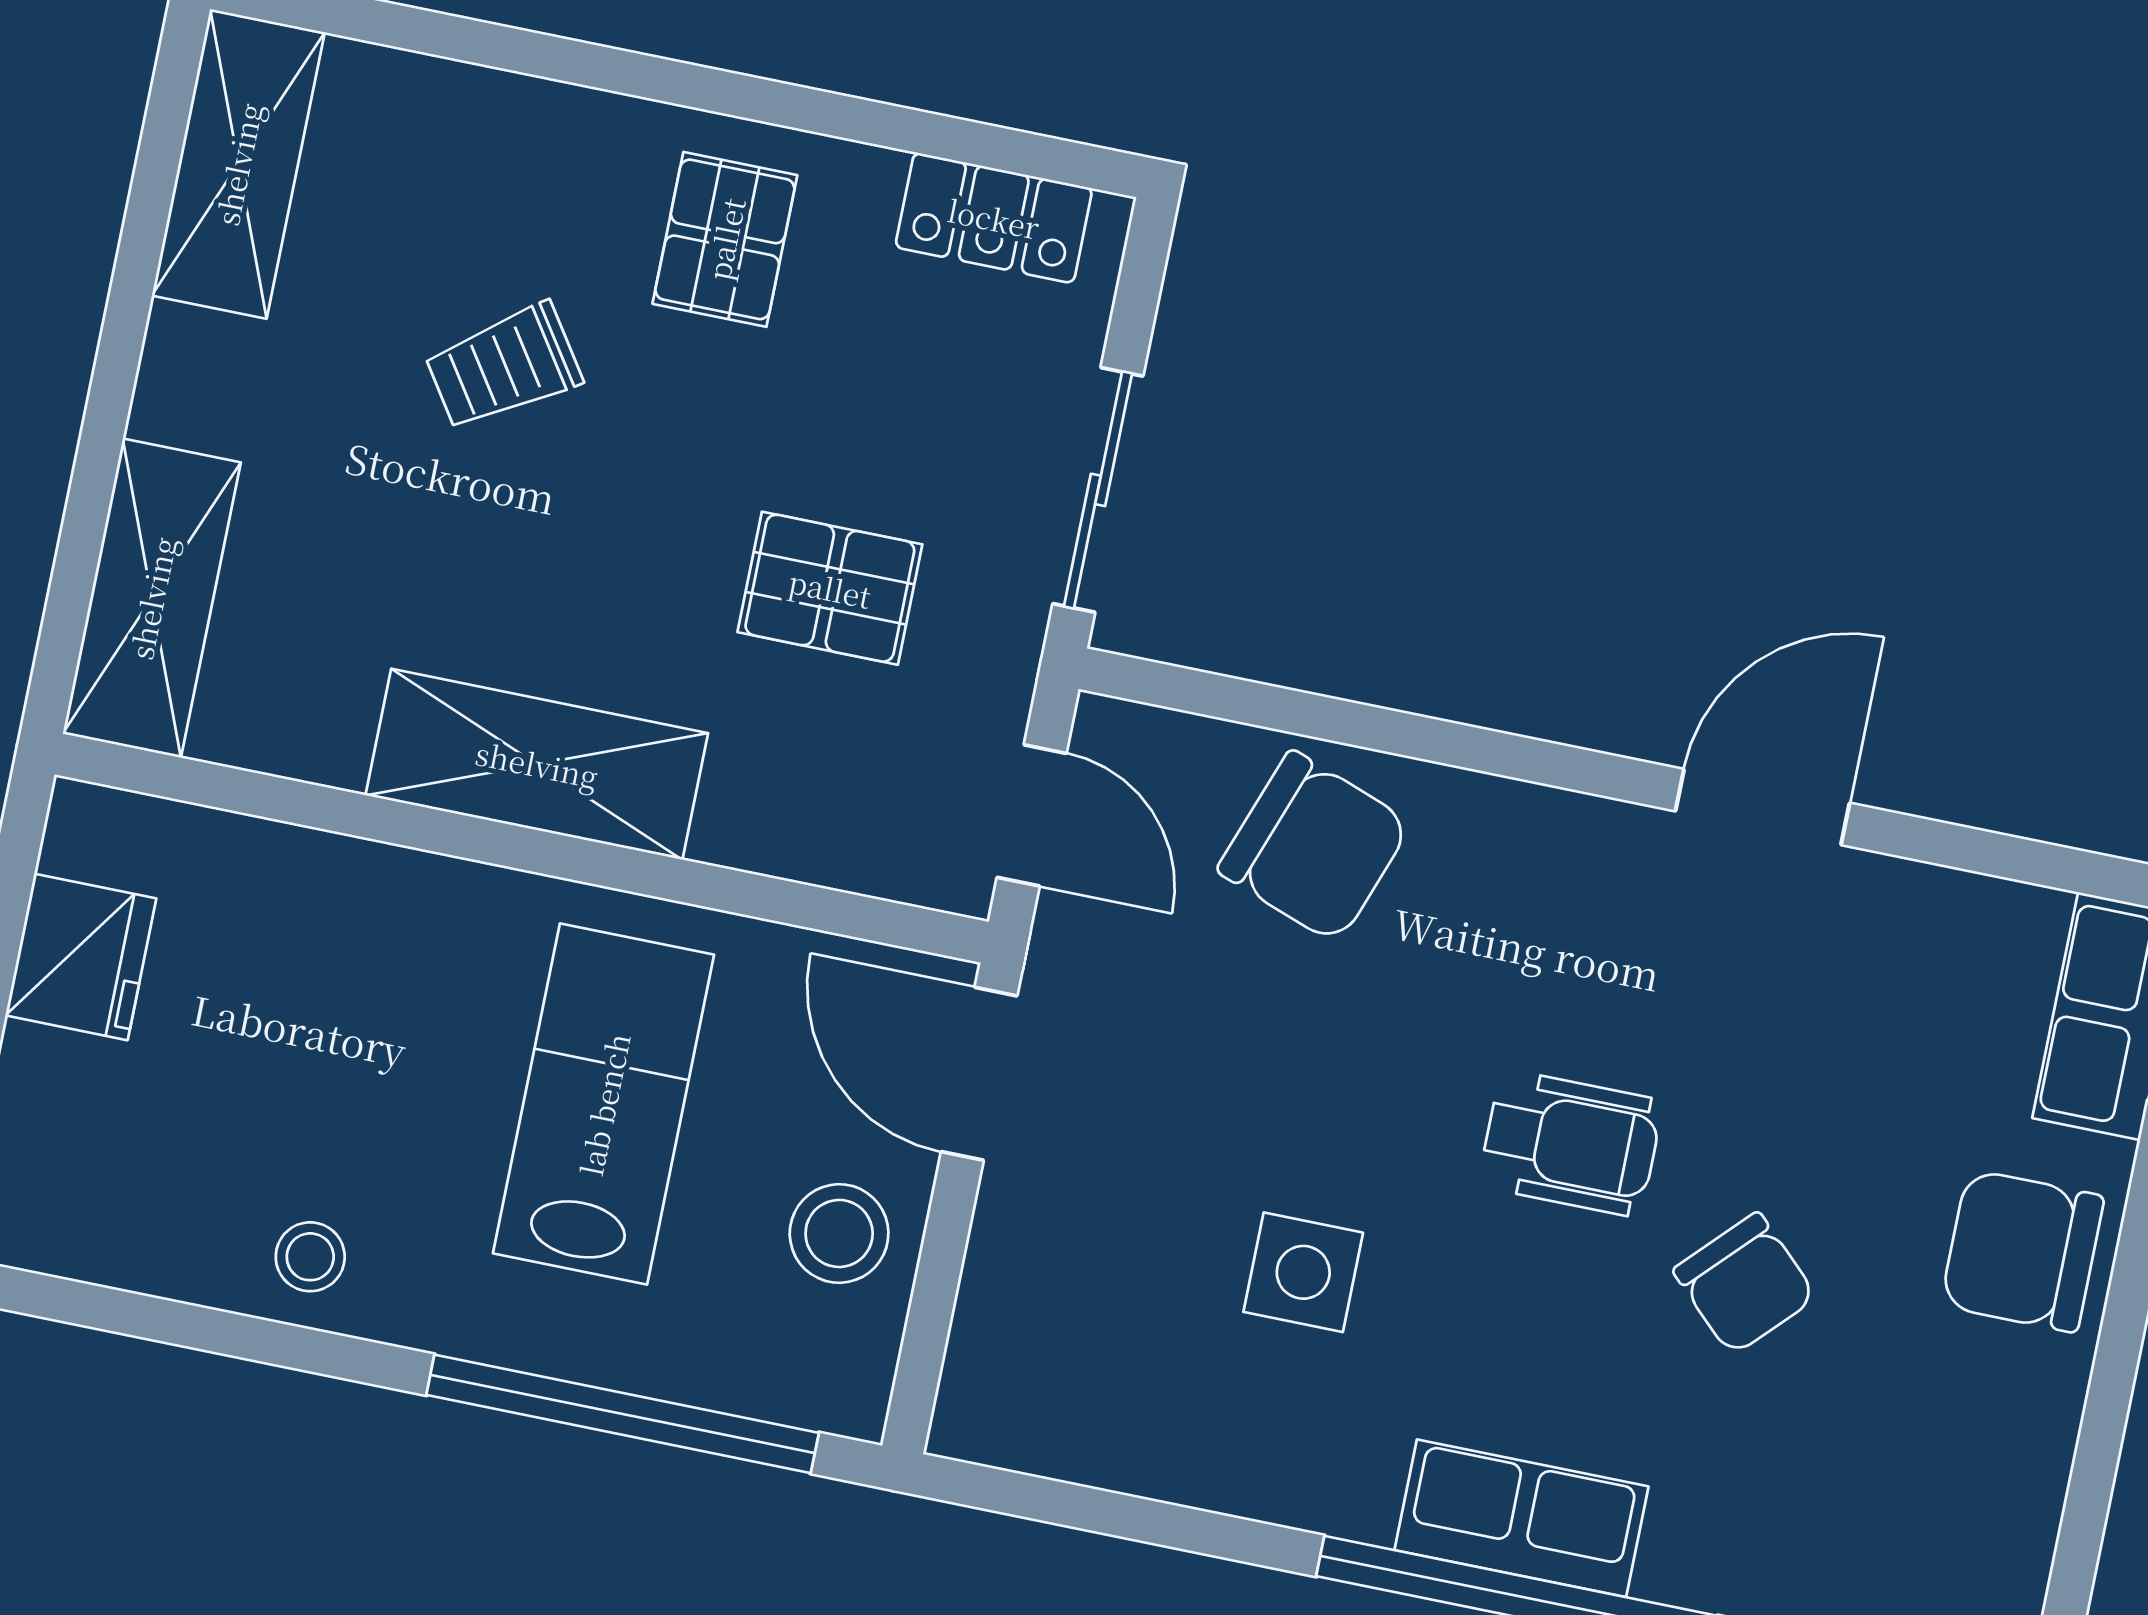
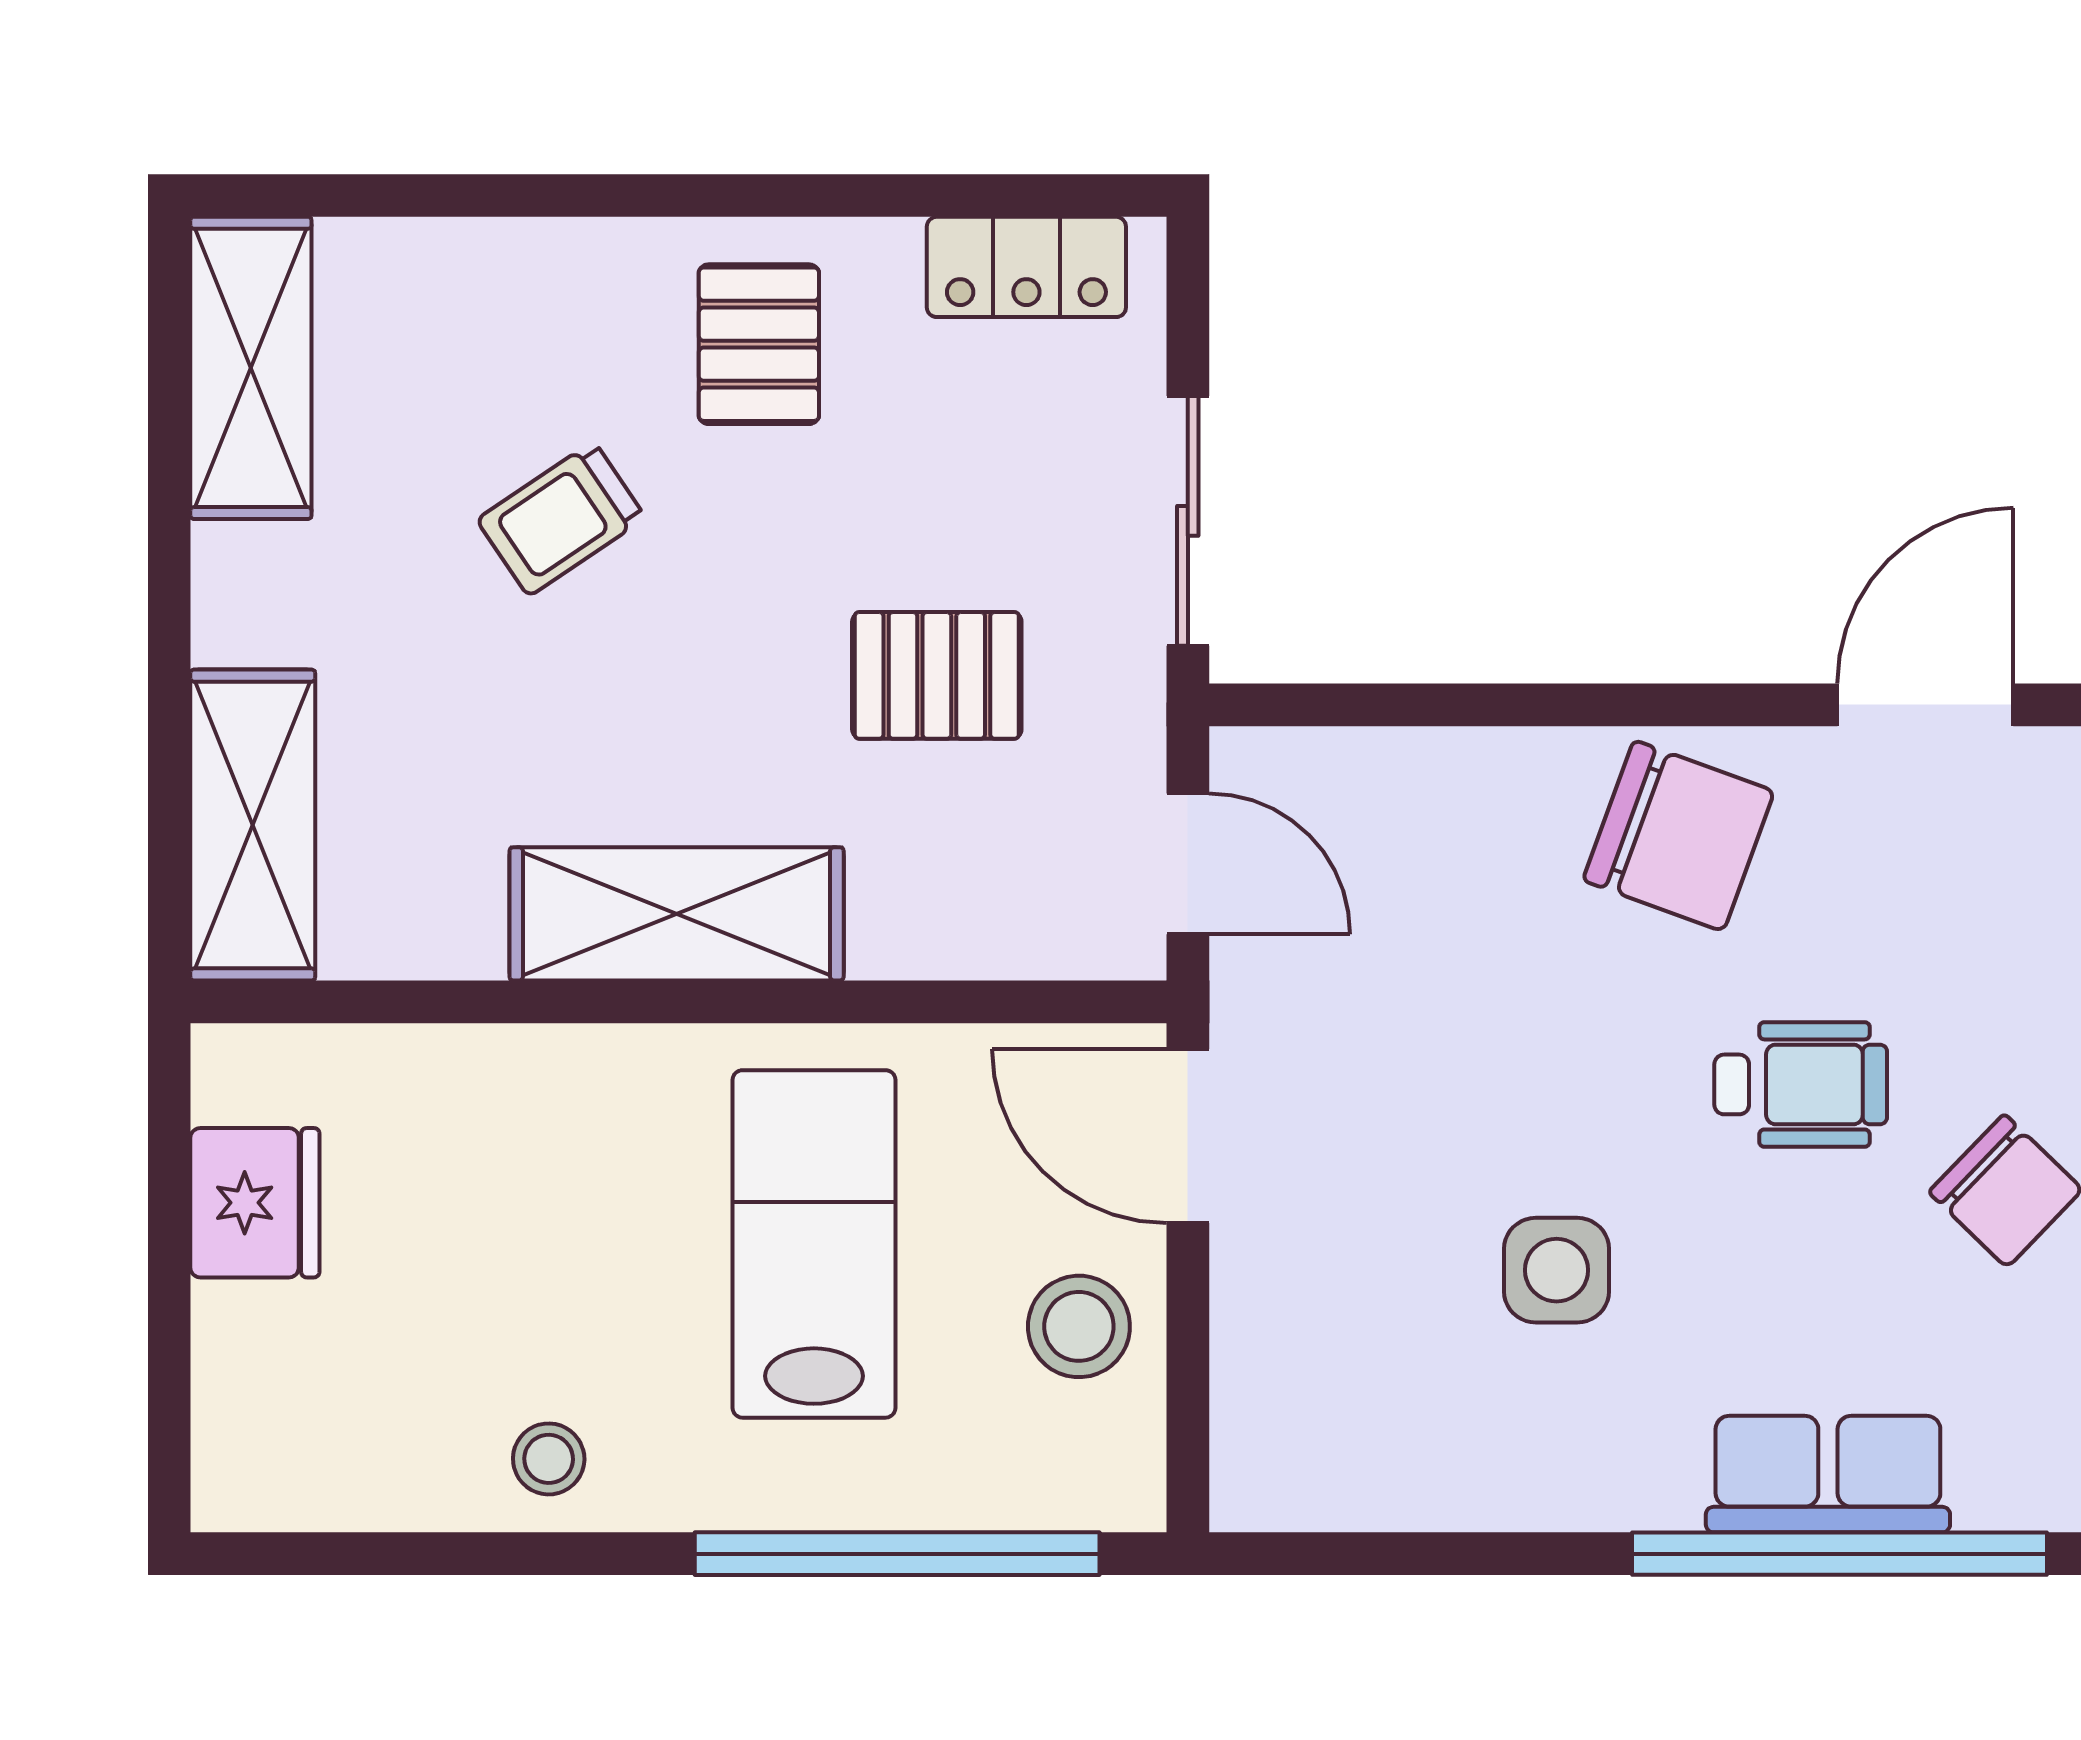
chair: (1314, 847) -> (1679, 836), moved

